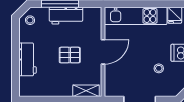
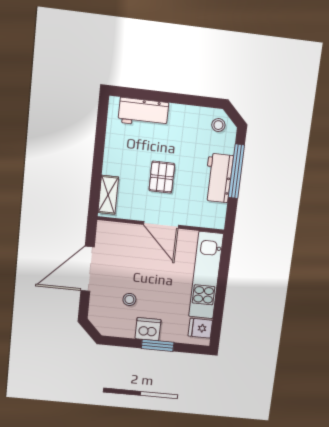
workbench: (27, 59) -> (143, 112), moved

